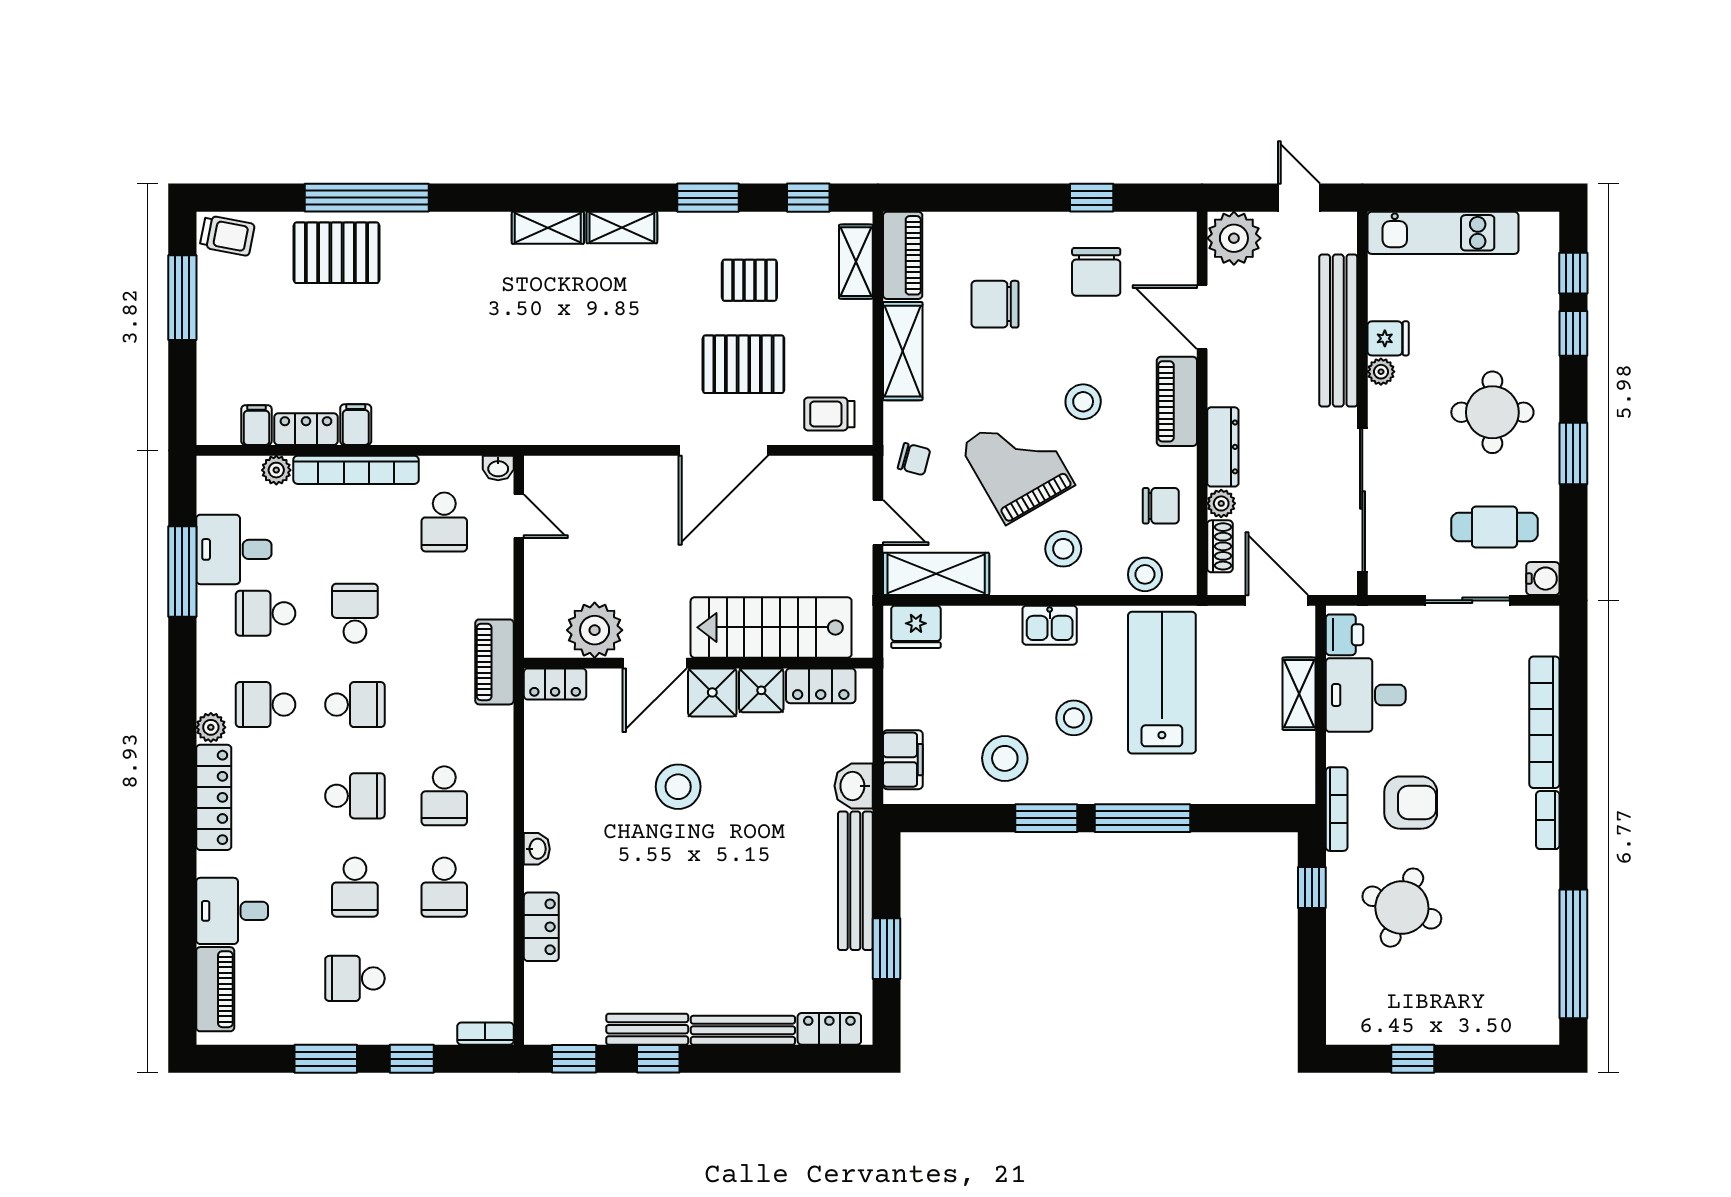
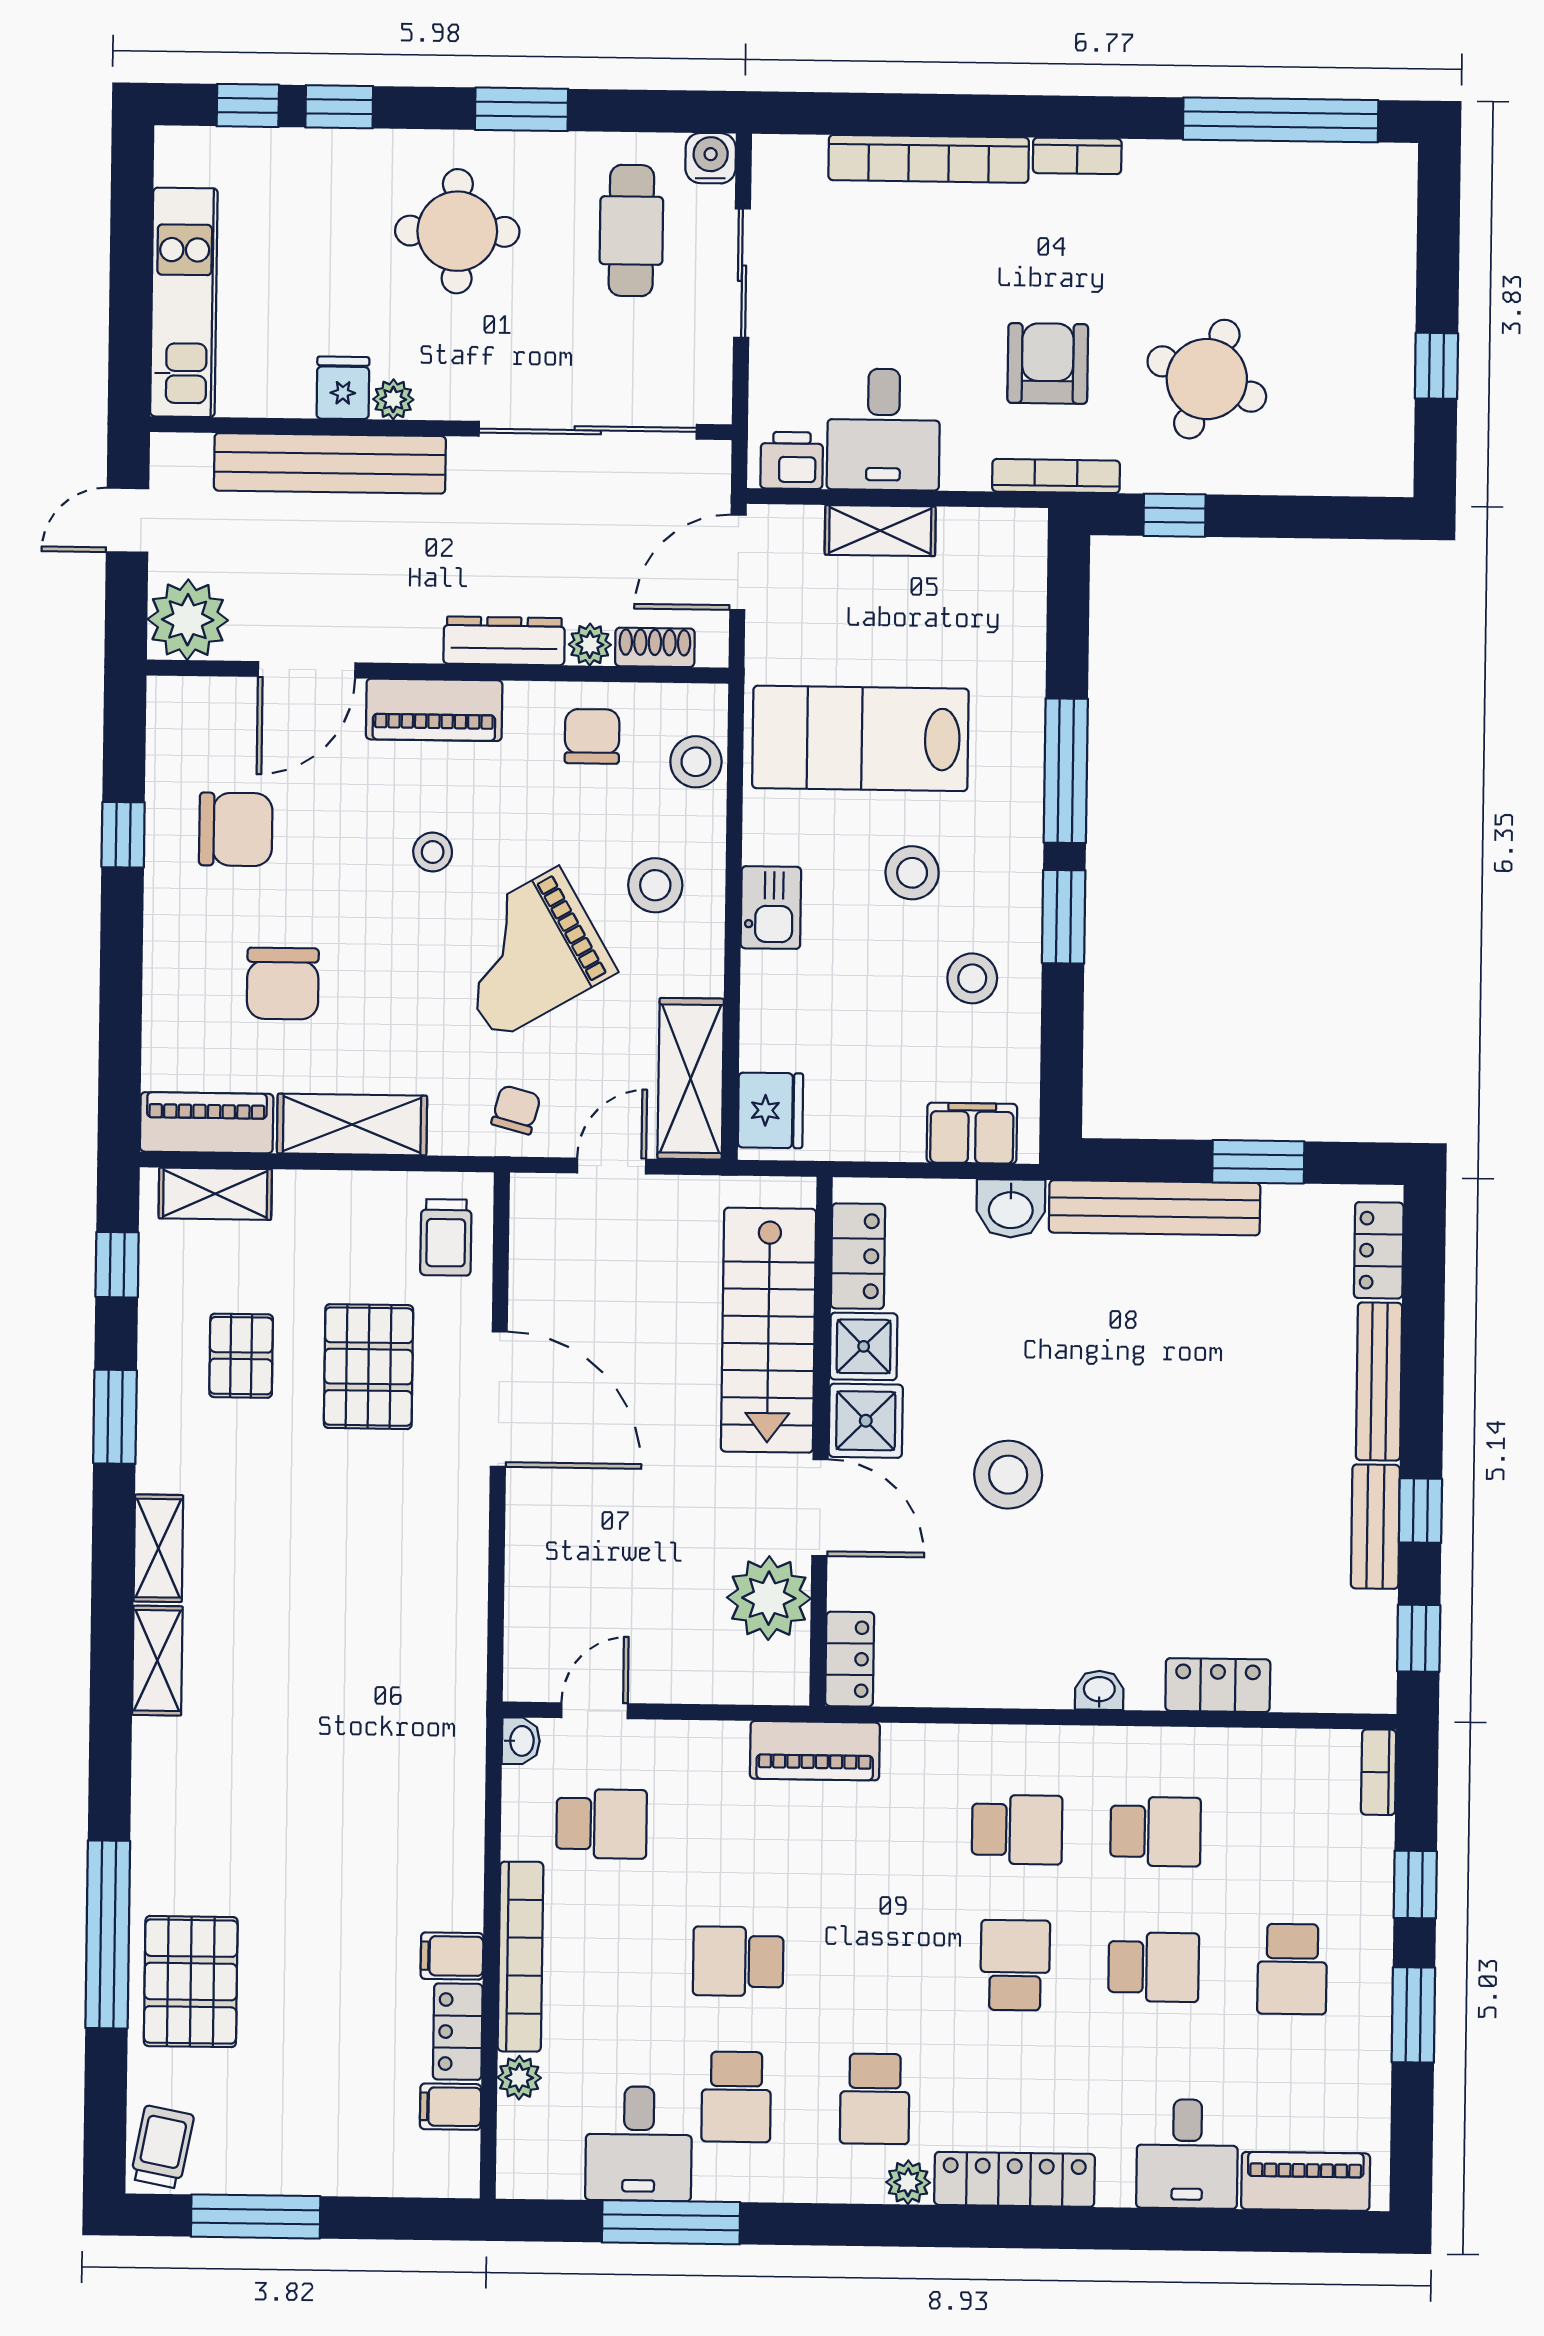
stool: (1083, 402) -> (433, 852), width x0.73, depth x0.73
school desk: (355, 705) -> (877, 1963), removed
stool: (1005, 758) -> (972, 978), width x0.73, depth x0.73

